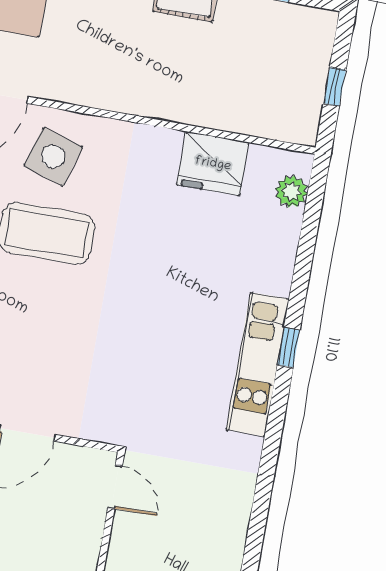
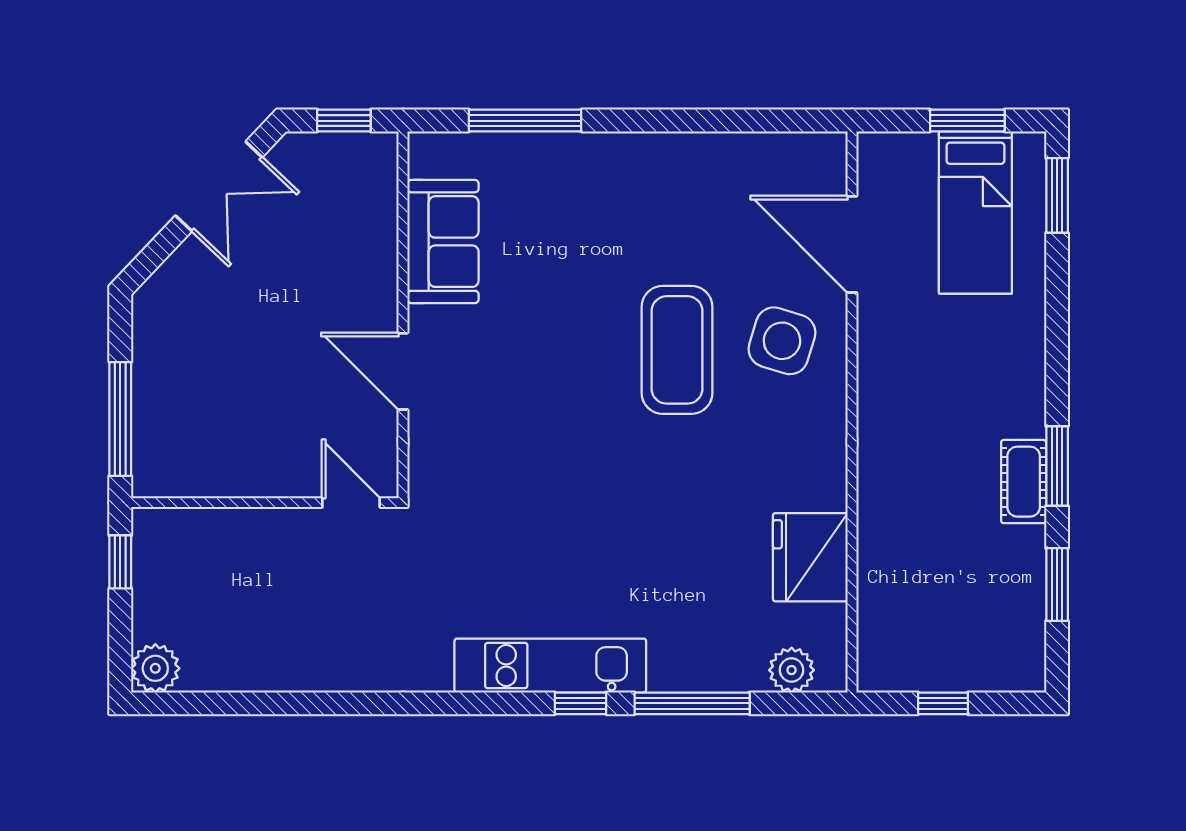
window: (303, 267) -> (692, 703), added
door: (115, 487) -> (351, 503), swing flipped

